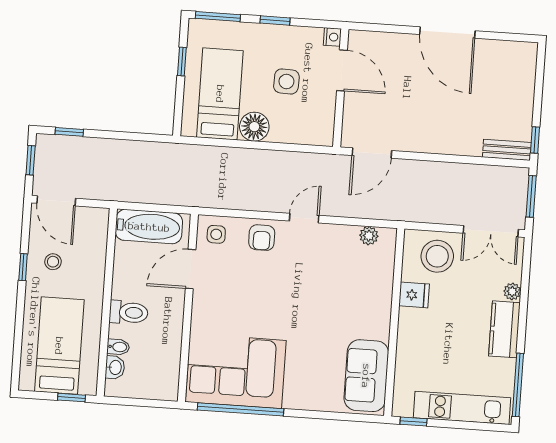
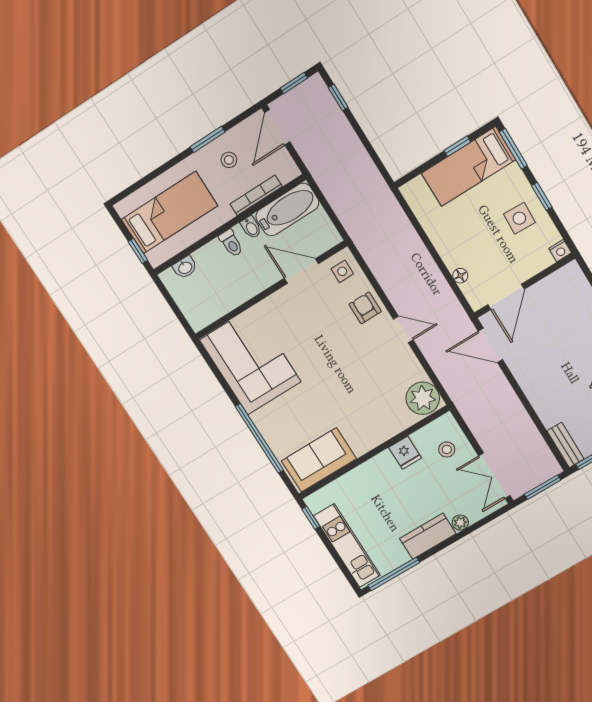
door: (342, 70) -> (506, 297), moved
side table: (286, 81) -> (519, 218), moved
bed: (220, 94) -> (468, 166), moved, turned 180
floor lamp: (254, 127) -> (460, 276), moved, width x0.53, depth x0.53
bathtub: (149, 227) -> (287, 209), moved, turned -90
plant: (369, 236) -> (423, 398), width x1.87, depth x1.87
armchair: (262, 238) -> (365, 308), turned 90
stool: (437, 256) -> (447, 449), width x0.53, depth x0.53
bookcase: (99, 261) -> (256, 195), added
window: (23, 267) -> (208, 139), width x1.50
toilet: (129, 312) -> (231, 243), width x0.73, depth x0.72
bidet: (118, 347) -> (251, 227), moved
window: (241, 409) -> (259, 438), moved

